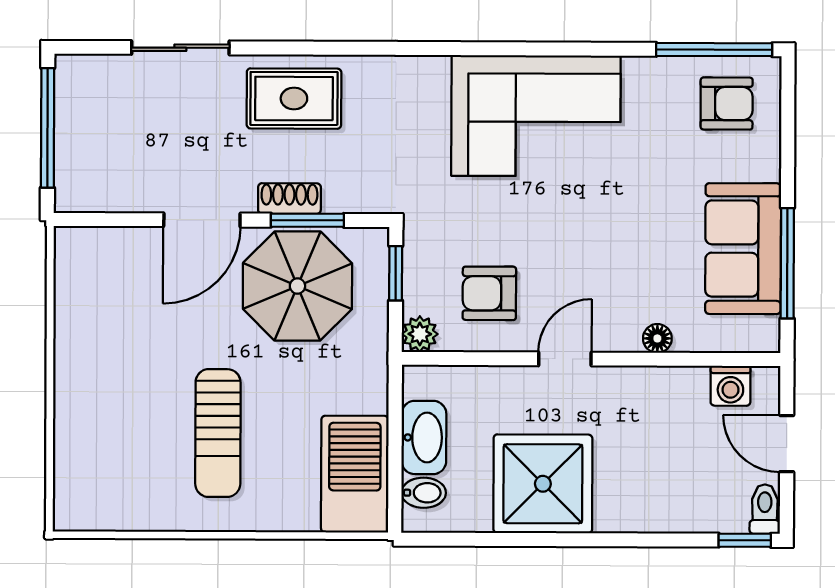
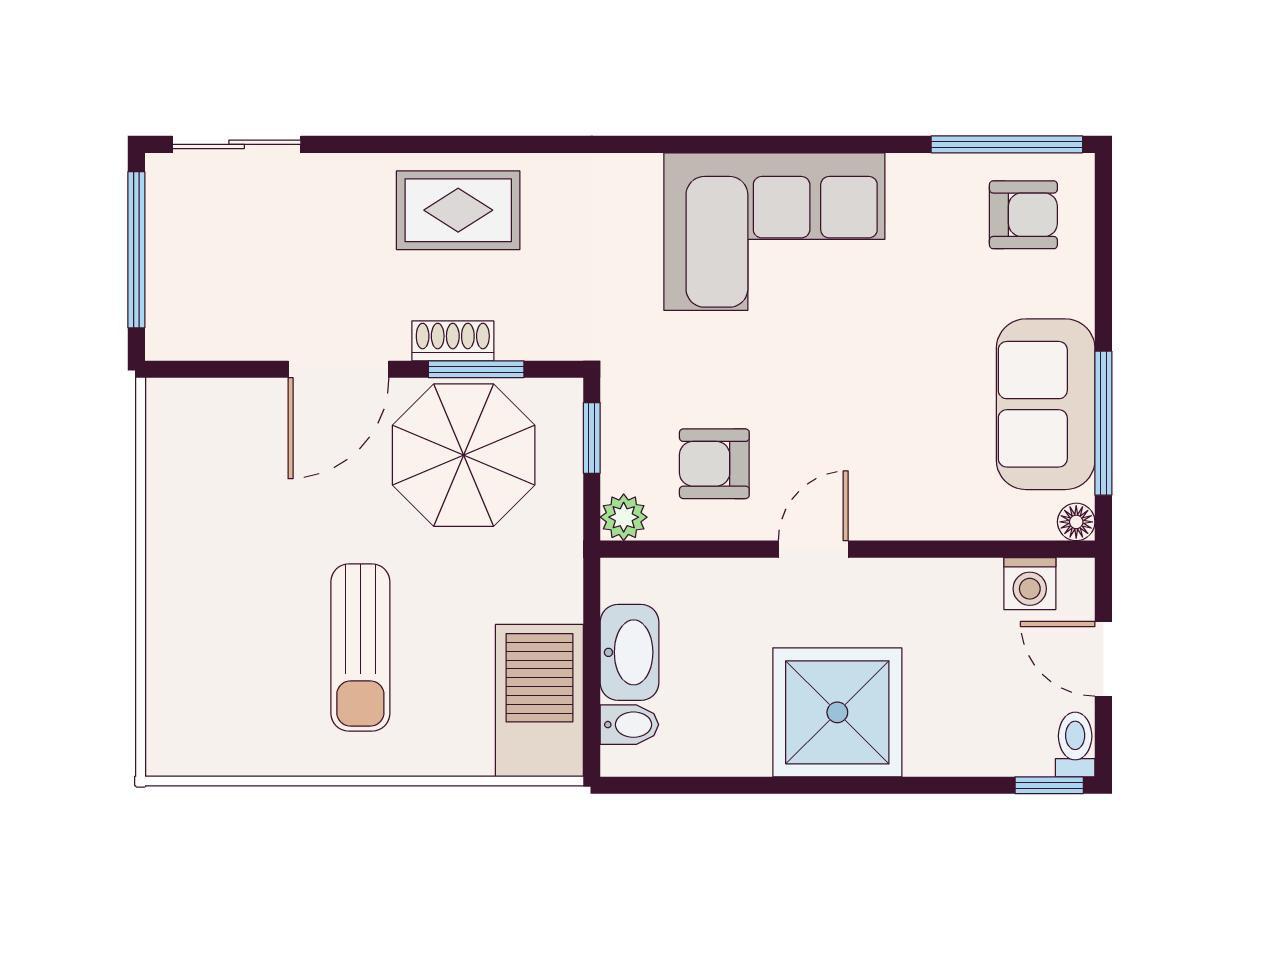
sliding door: (180, 48) -> (237, 144), moved
floor lamp: (657, 338) -> (1076, 522), moved
shower: (543, 484) -> (837, 712), moved

